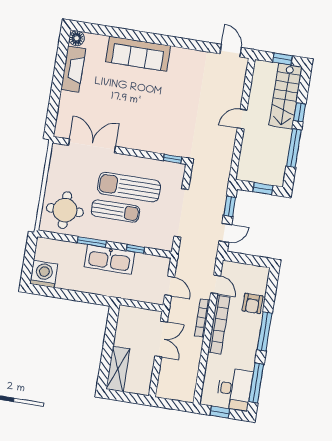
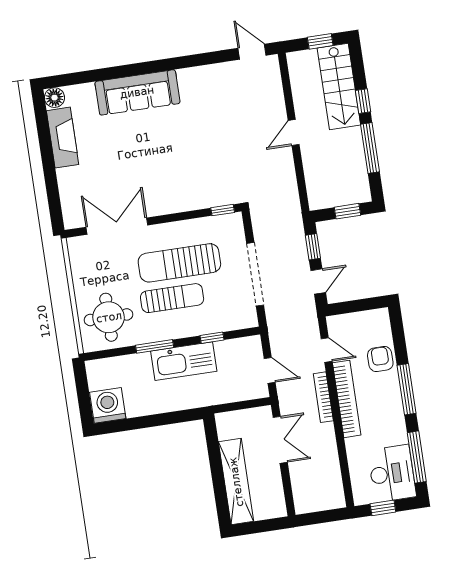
armchair: (253, 303) -> (380, 359), turned 180
shelving: (118, 369) -> (236, 482), width x1.47

